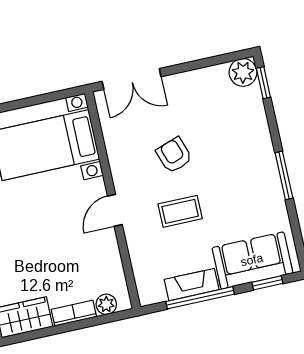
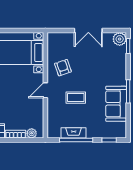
double door: (132, 79) -> (88, 31), moved
armchair: (174, 155) -> (63, 68), moved
sofa: (252, 260) -> (116, 104), moved, turned -90

